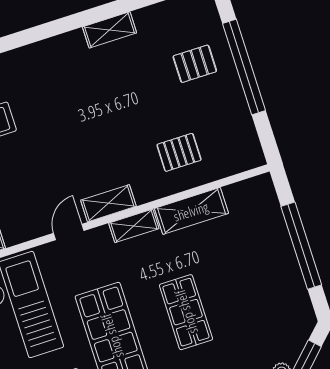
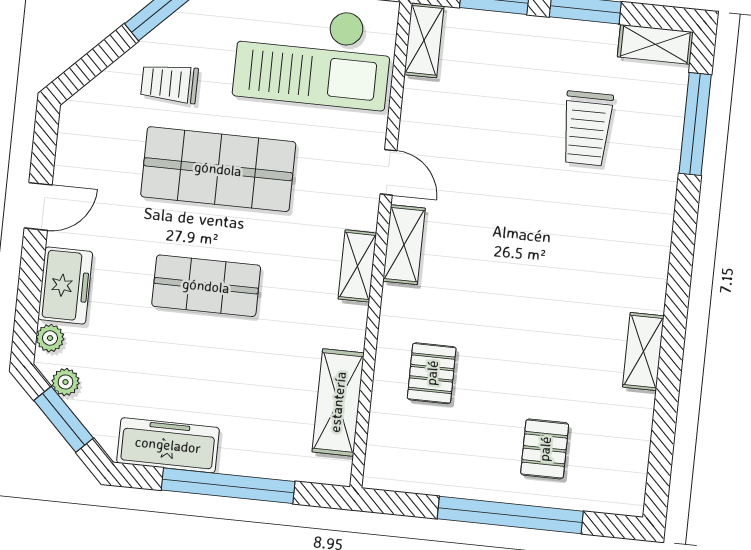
shelving: (191, 211) -> (338, 402), moved
freezer: (293, 293) -> (168, 445), added

